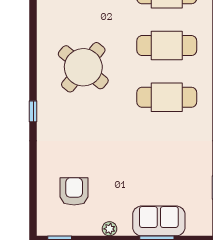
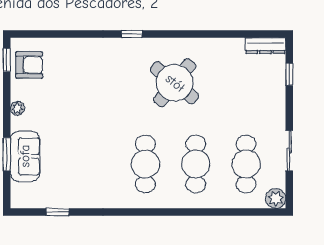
armchair: (74, 191) -> (29, 65), moved

